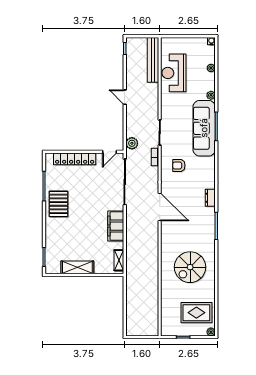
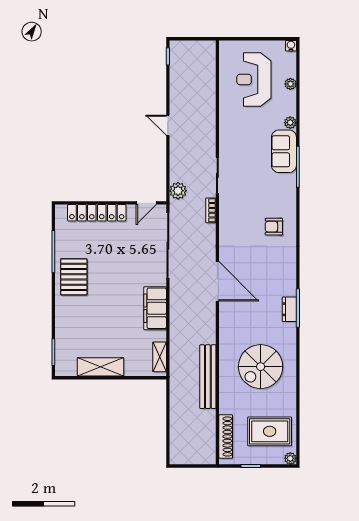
bench: (153, 60) -> (208, 377), moved
reception desk: (174, 73) -> (254, 79), moved
sofa: (204, 128) -> (284, 151), width x0.54, depth x0.79
armchair: (179, 165) -> (274, 227), moved
dresser: (210, 198) -> (289, 309), moved
shoe rack: (165, 316) -> (226, 437), added

